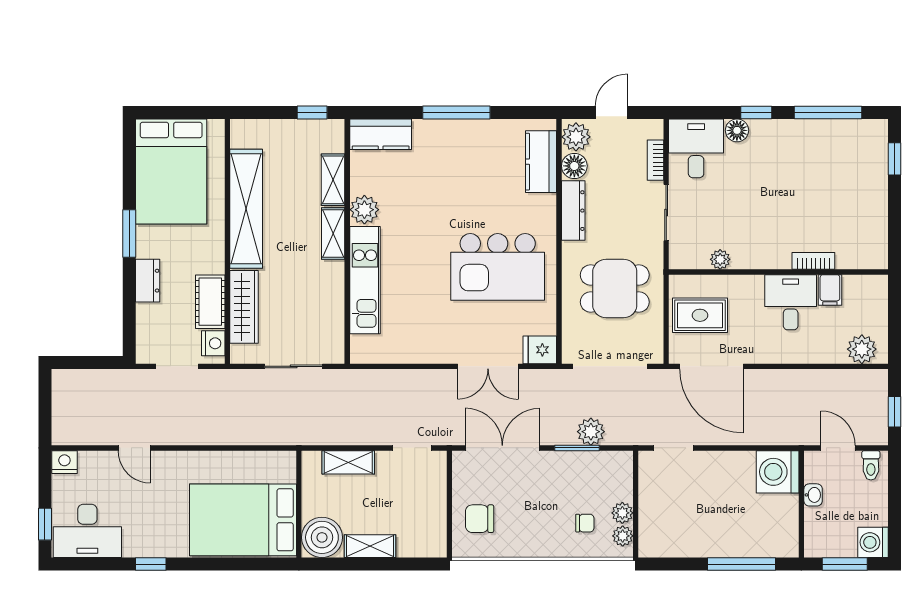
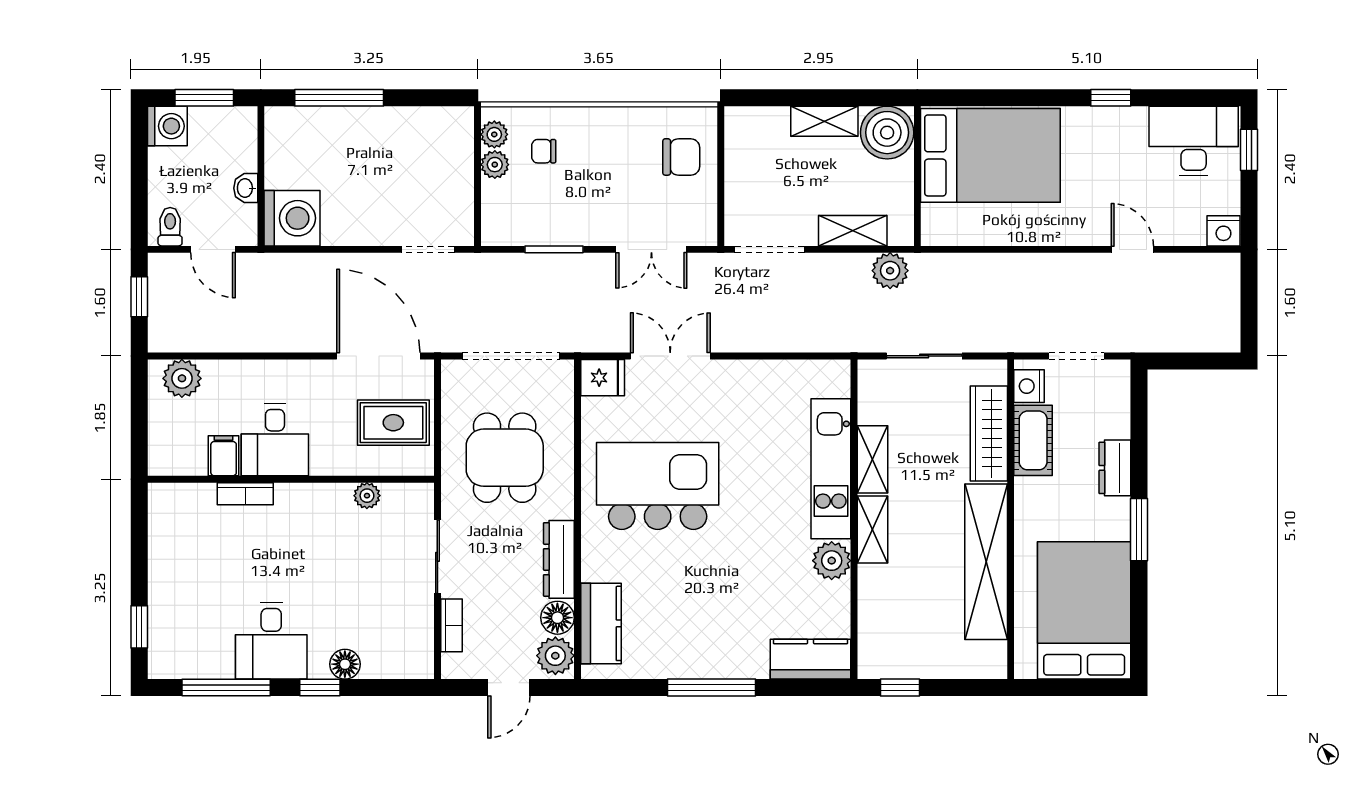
desk: (696, 148) -> (271, 641), moved
shelving: (333, 180) -> (873, 459), moved
dining table: (615, 289) -> (505, 458), turned 90
plant: (591, 432) -> (890, 271), moved
doorway: (412, 448) -> (769, 249), width x1.38
double door: (502, 448) -> (651, 249), width x0.73

